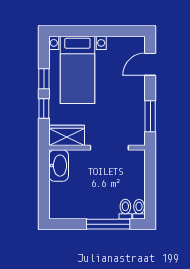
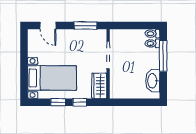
washbasin: (59, 166) -> (153, 81), moved, turned -90

